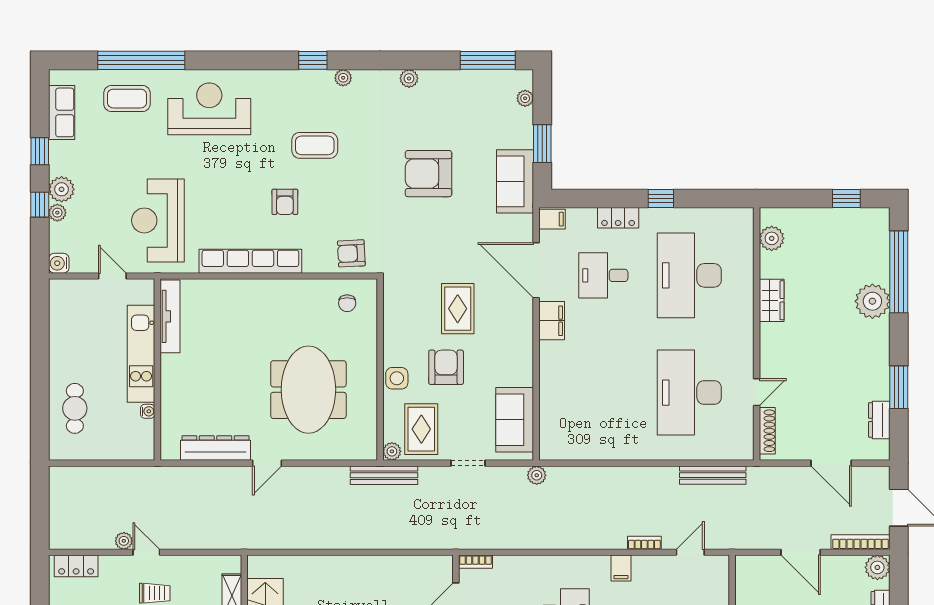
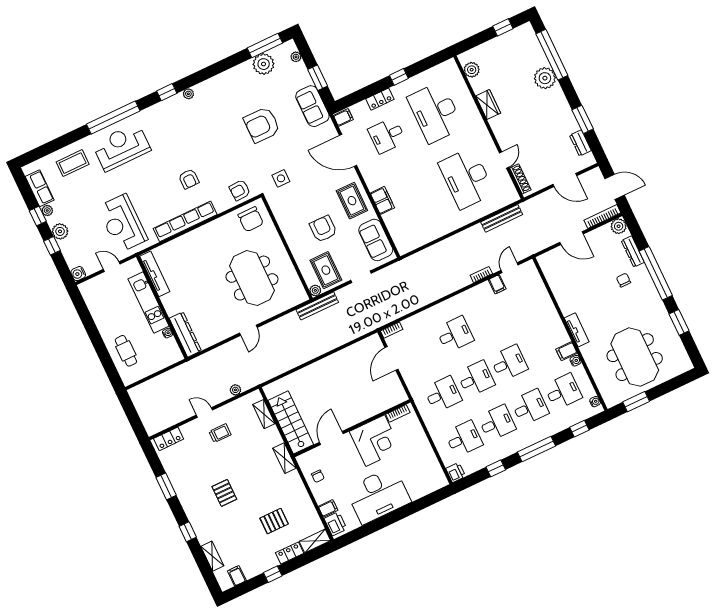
window: (141, 60) -> (113, 117), moved
plant: (409, 78) -> (264, 64), moved, width x1.88, depth x1.88
coffee table: (315, 145) -> (190, 139), removed
plant: (57, 213) -> (47, 211), moved
chair: (347, 303) -> (251, 219), width x1.87, depth x1.87
rug: (458, 309) -> (352, 201), moved
filing cabinet: (552, 321) -> (382, 200), moved
side table: (397, 378) -> (281, 178), moved
dresser: (215, 448) -> (185, 334), moved, turned 90
plant: (537, 475) -> (403, 265), removed
plant: (124, 541) -> (235, 390), moved
filing cabinet: (621, 568) -> (497, 284), moved

